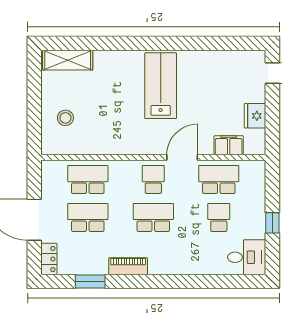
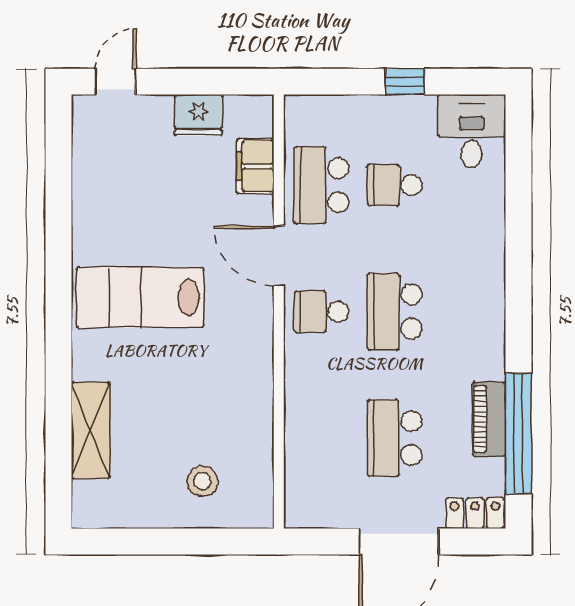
shelving: (68, 60) -> (91, 430), moved
school desk: (88, 180) -> (321, 438), removed
piano: (128, 266) -> (489, 419), moved
window: (90, 282) -> (518, 434), width x2.11

